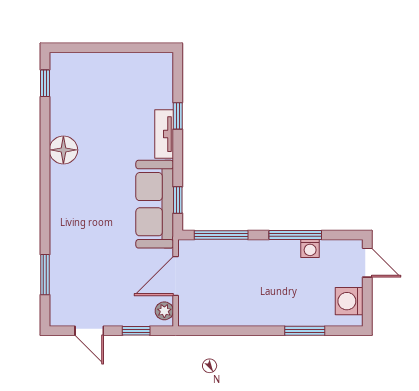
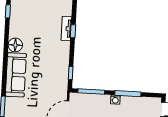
tv unit: (164, 134) -> (66, 28), moved
sofa: (155, 204) -> (16, 75), moved, turned 180
washing machine: (310, 248) -> (115, 100), moved

